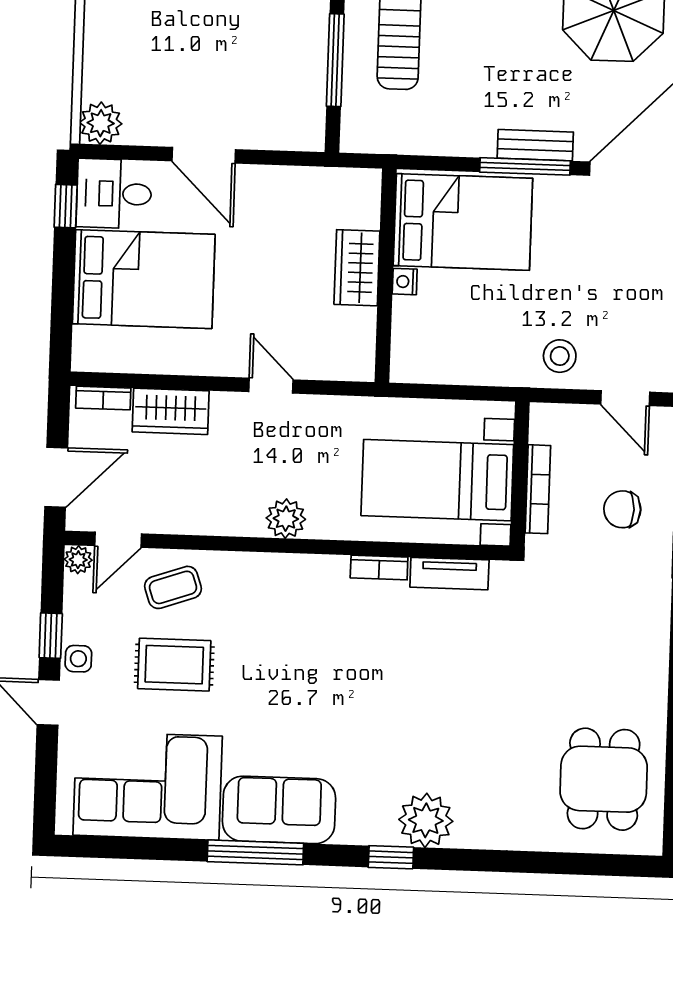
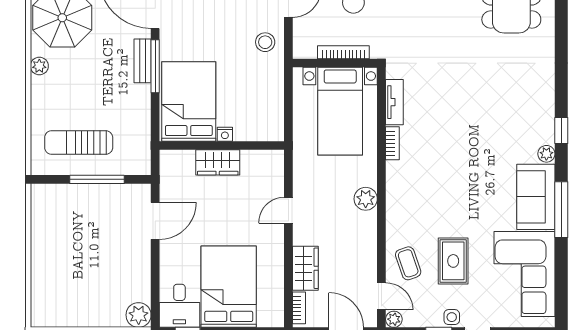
door: (204, 155) -> (155, 221), moved
plant: (426, 820) -> (546, 154), moved, width x0.53, depth x0.53

